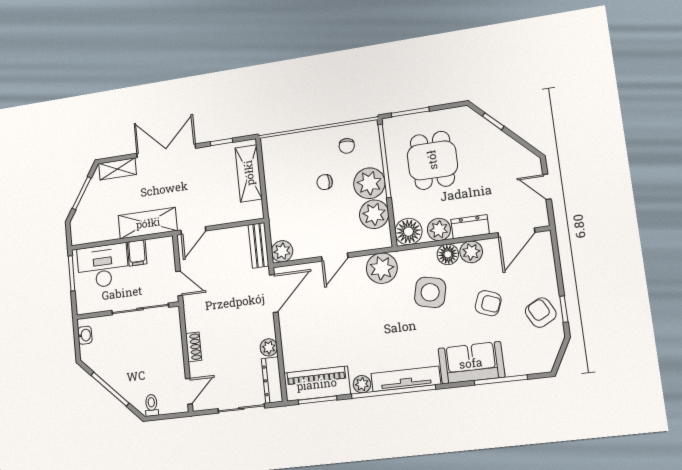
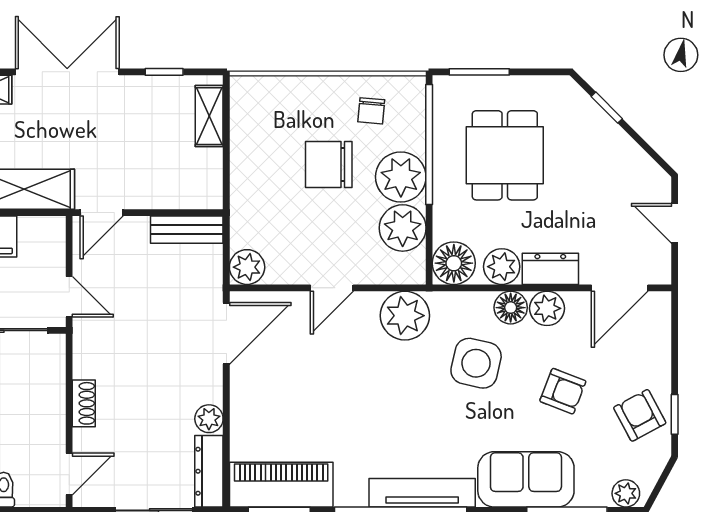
shelving: (249, 173) -> (209, 116), width x0.67, depth x0.75
chair: (325, 182) -> (329, 164), width x1.87, depth x1.87
bench: (259, 245) -> (187, 230), moved, turned 90
plant: (362, 384) -> (626, 493), moved

